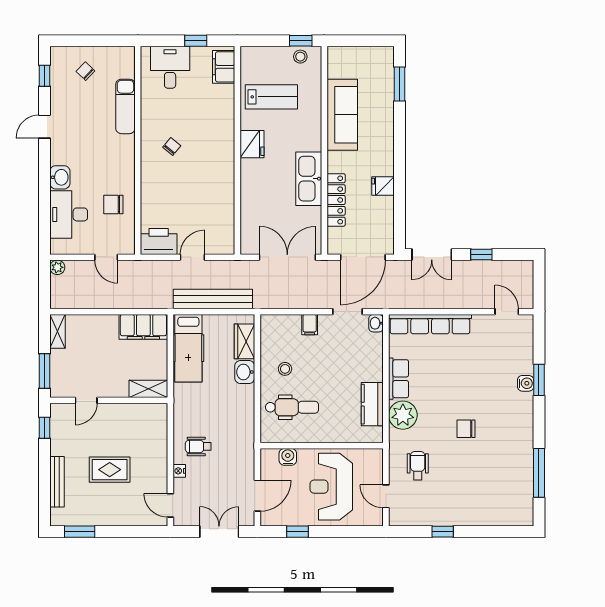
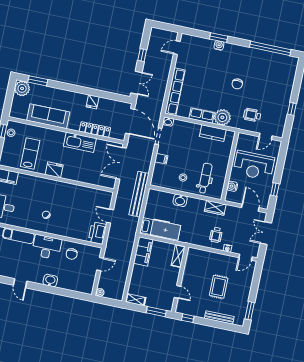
plant: (381, 60) -> (22, 88), added
desk: (69, 214) -> (47, 247), moved, turned 180
bench: (213, 299) -> (139, 194), moved
wardrobe: (244, 341) -> (215, 208), moved
window: (539, 473) -> (270, 48), width x1.46

